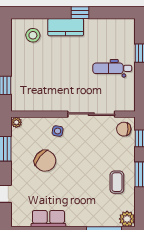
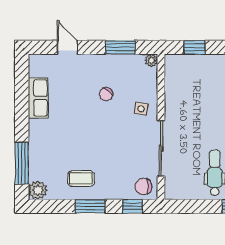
chair: (124, 129) -> (143, 186), turned -94
chair: (45, 161) -> (106, 94), width x0.54, depth x0.54

